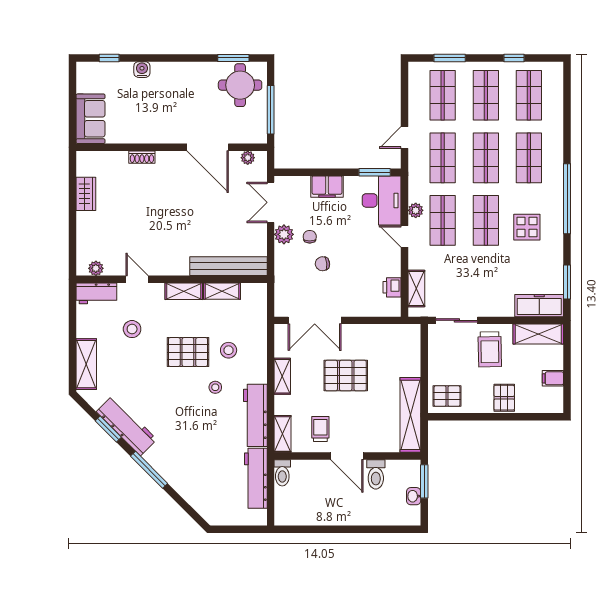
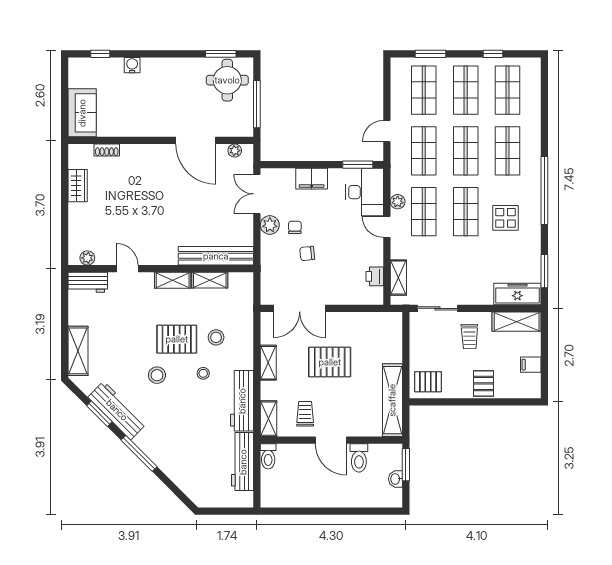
shoe rack: (142, 157) -> (107, 150), moved
stool: (132, 329) -> (157, 375), moved
trolley: (490, 349) -> (470, 336), width x0.73, depth x0.72

